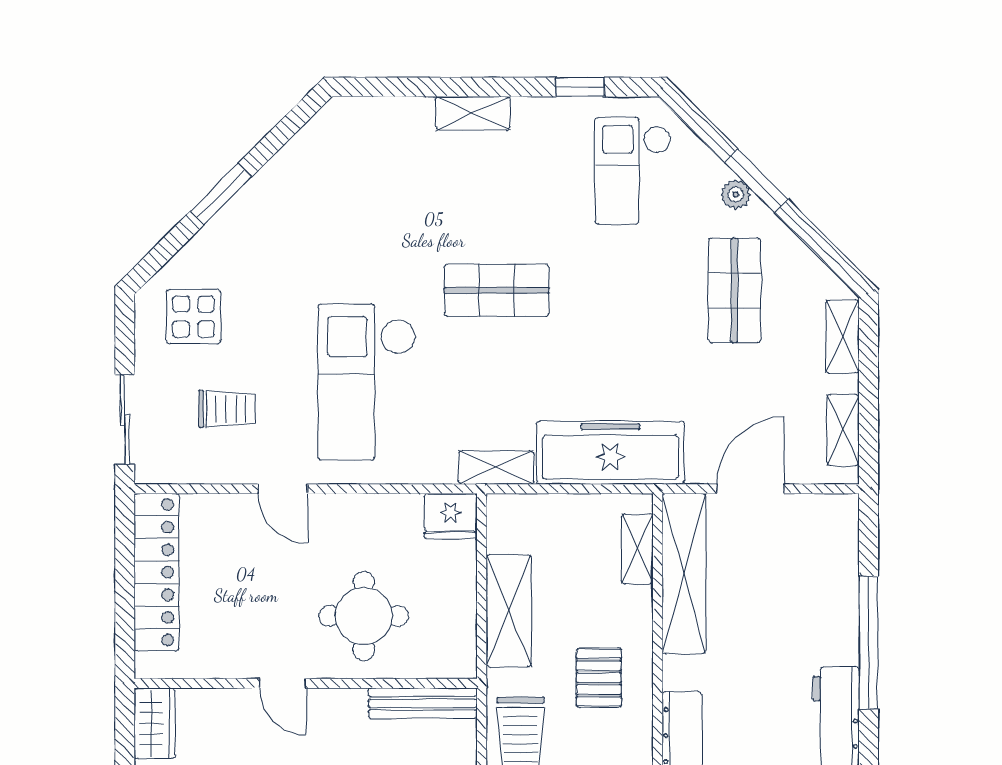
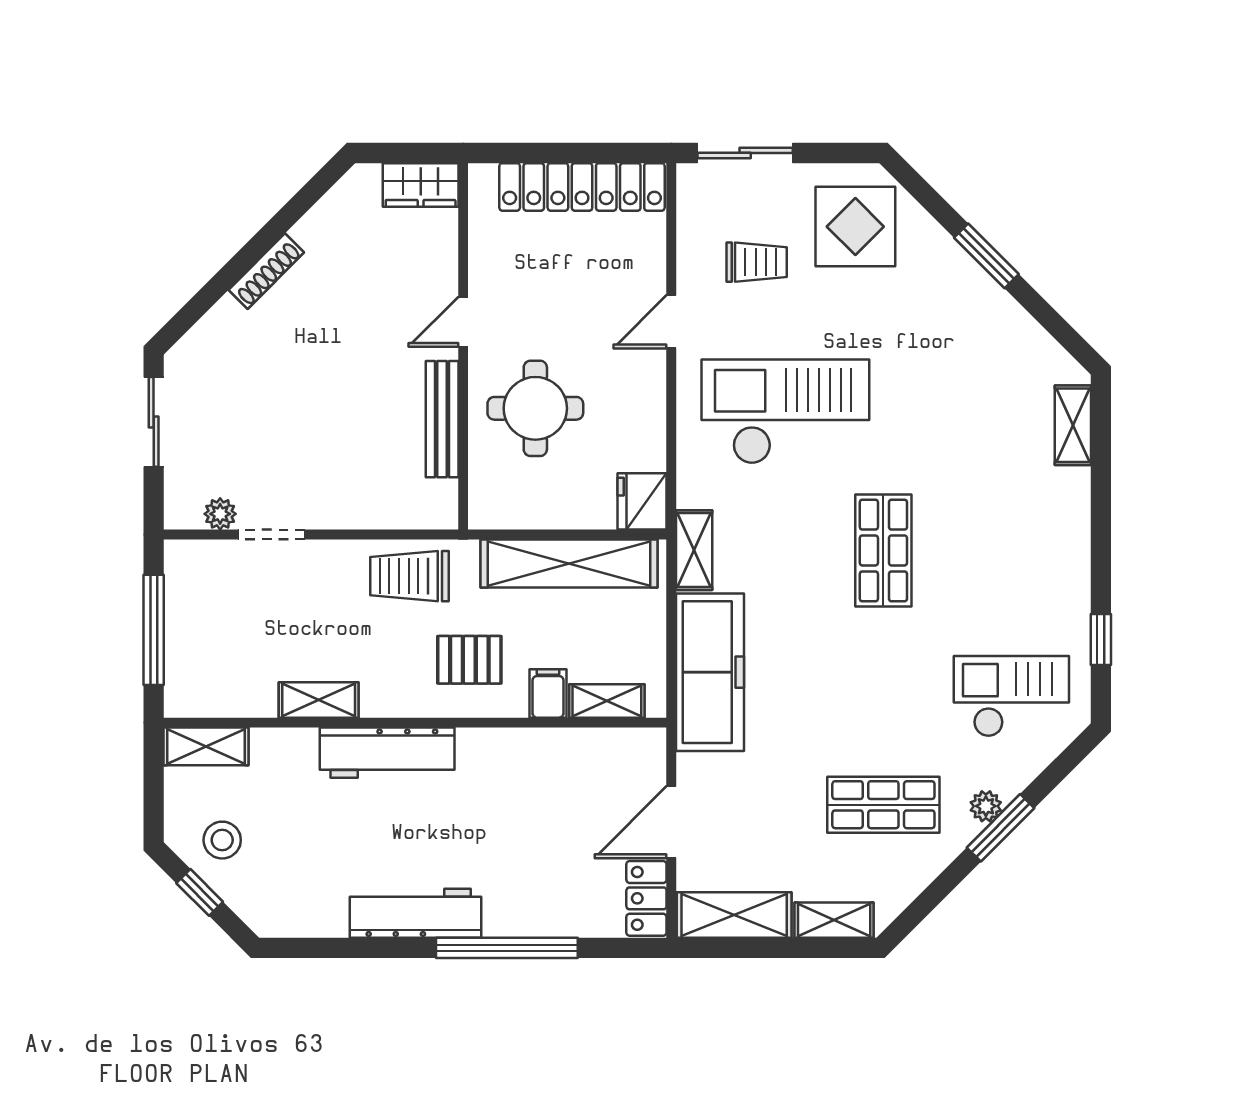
shelving: (473, 113) -> (1073, 425), moved
display table: (194, 317) -> (855, 227), width x1.36, depth x1.36
trolley: (227, 409) -> (757, 262), turned -90
shelving: (843, 430) -> (734, 915), width x1.50, depth x1.33
door: (751, 489) -> (671, 822), swing flipped
locker: (822, 512) -> (646, 898), added
shelving: (684, 573) -> (581, 751), removed
filing cabinet: (630, 604) -> (548, 693), added
shelving: (509, 611) -> (569, 563), width x1.47
bench: (423, 703) -> (442, 419), moved

